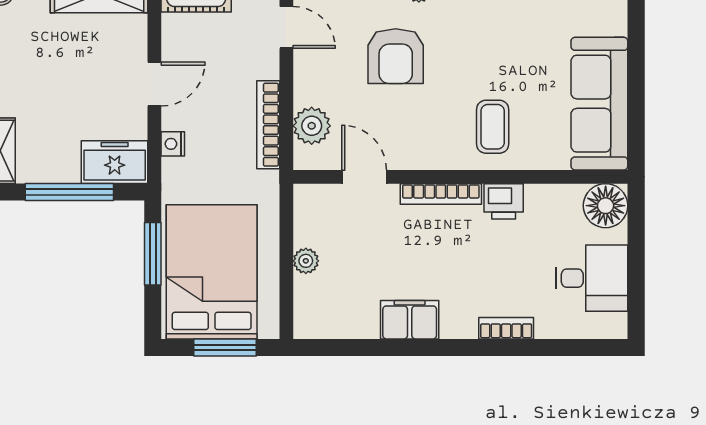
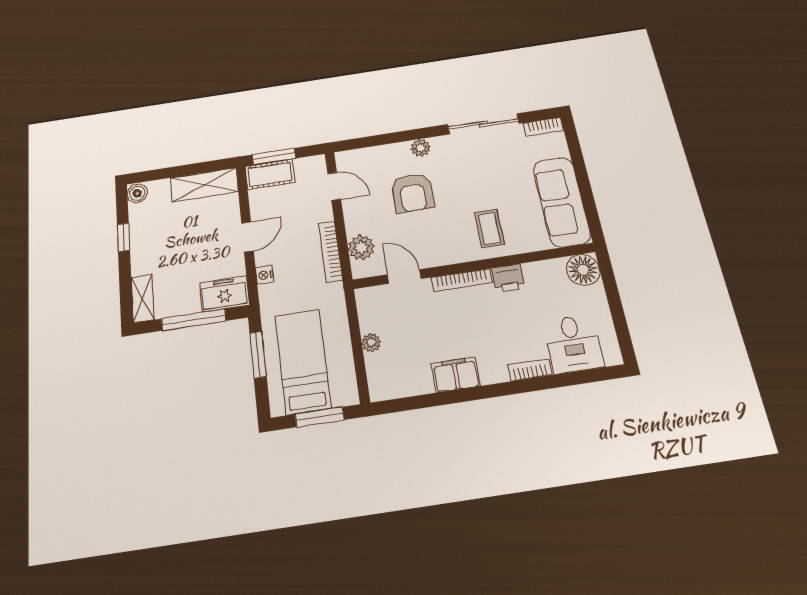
bed: (212, 272) -> (303, 361), width x0.67
desk: (592, 278) -> (573, 344), moved, turned 90

